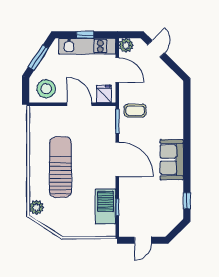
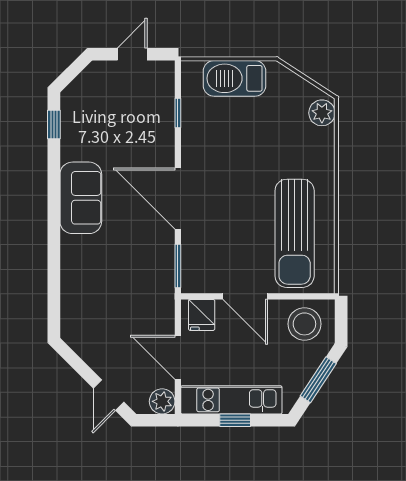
coffee table: (135, 111) -> (146, 285), removed
sun lounger: (60, 167) -> (295, 233), moved
barbecue: (106, 207) -> (234, 78), moved, turned 90

